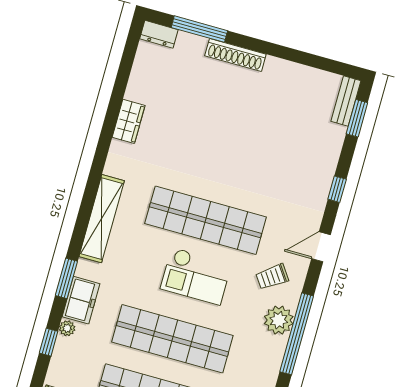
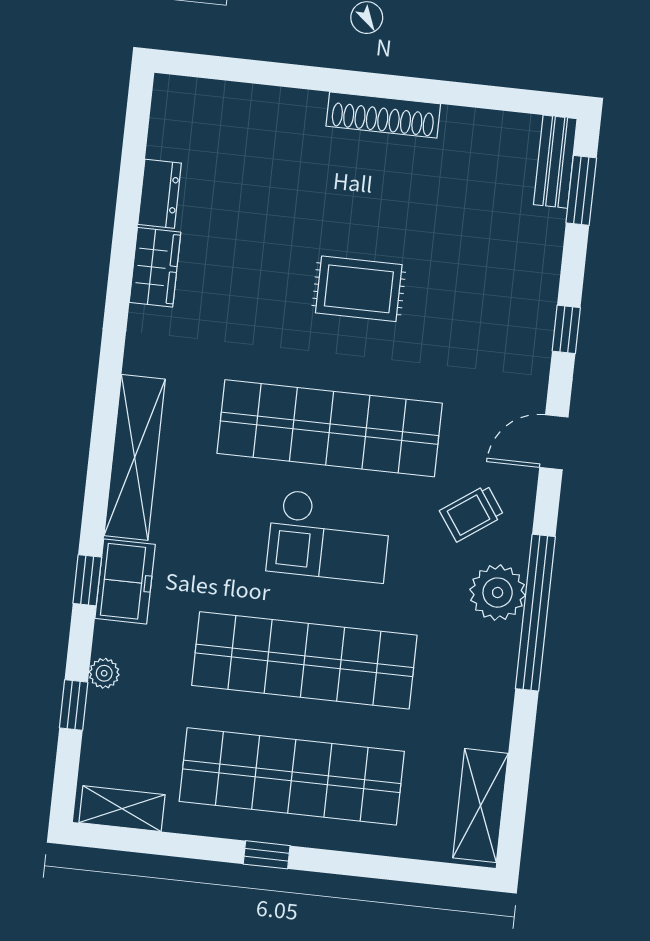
window: (199, 29) -> (259, 72), removed
dresser: (159, 34) -> (160, 194), moved, turned -90
shoe rack: (235, 55) -> (383, 115), moved
rug: (233, 150) -> (359, 289), added
window: (66, 278) -> (87, 580), width x0.67
freezer: (81, 300) -> (125, 581), moved

